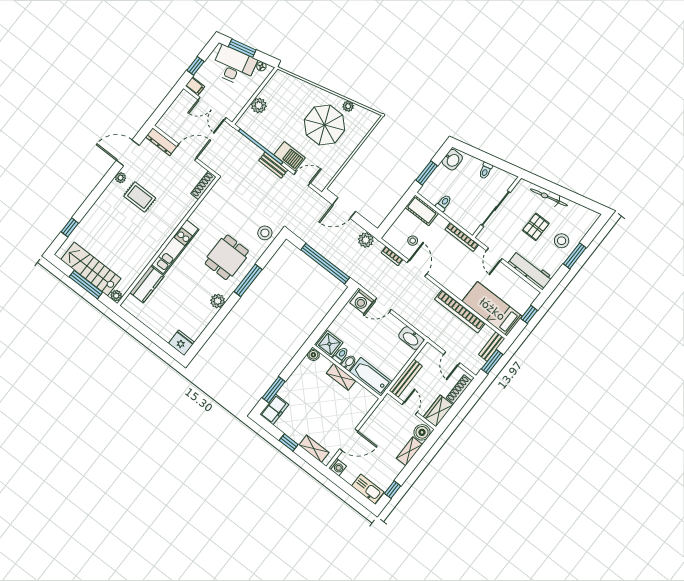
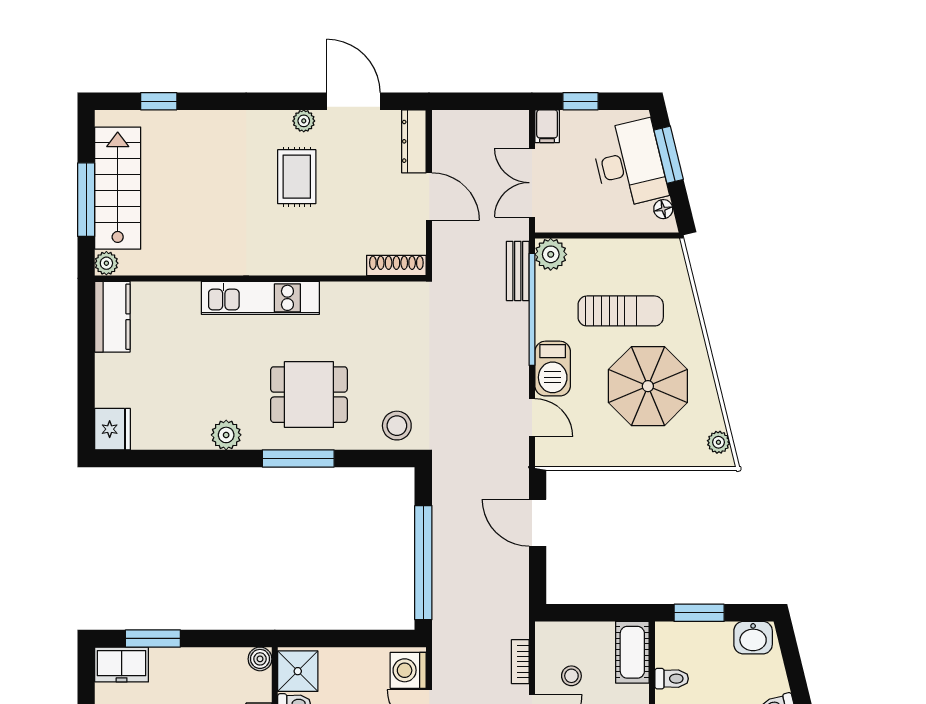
plant: (259, 105) -> (551, 254), moved
plant: (348, 106) -> (718, 442), moved
sun lounger: (288, 113) -> (621, 311), added
bench: (273, 165) -> (518, 271), moved
plant: (366, 240) -> (513, 599), removed
kitchen counter: (147, 284) -> (112, 317), moved, turned -90

